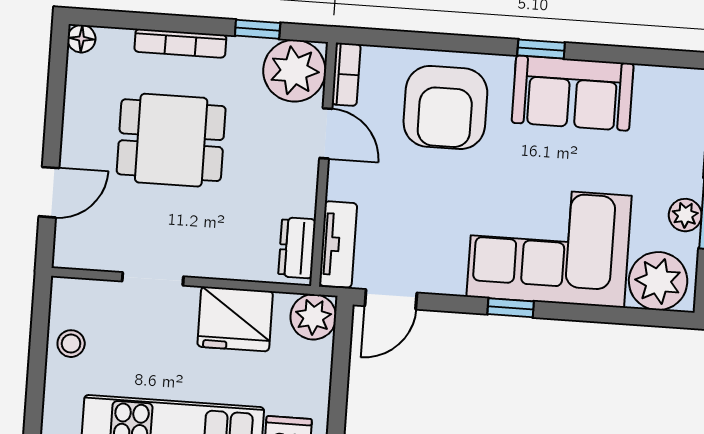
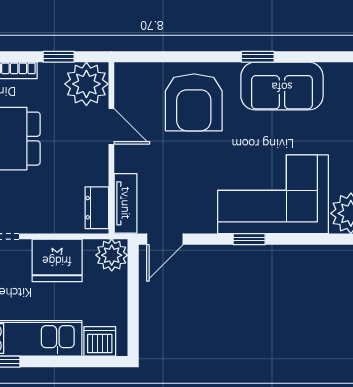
bookcase: (346, 74) -> (123, 84), removed

